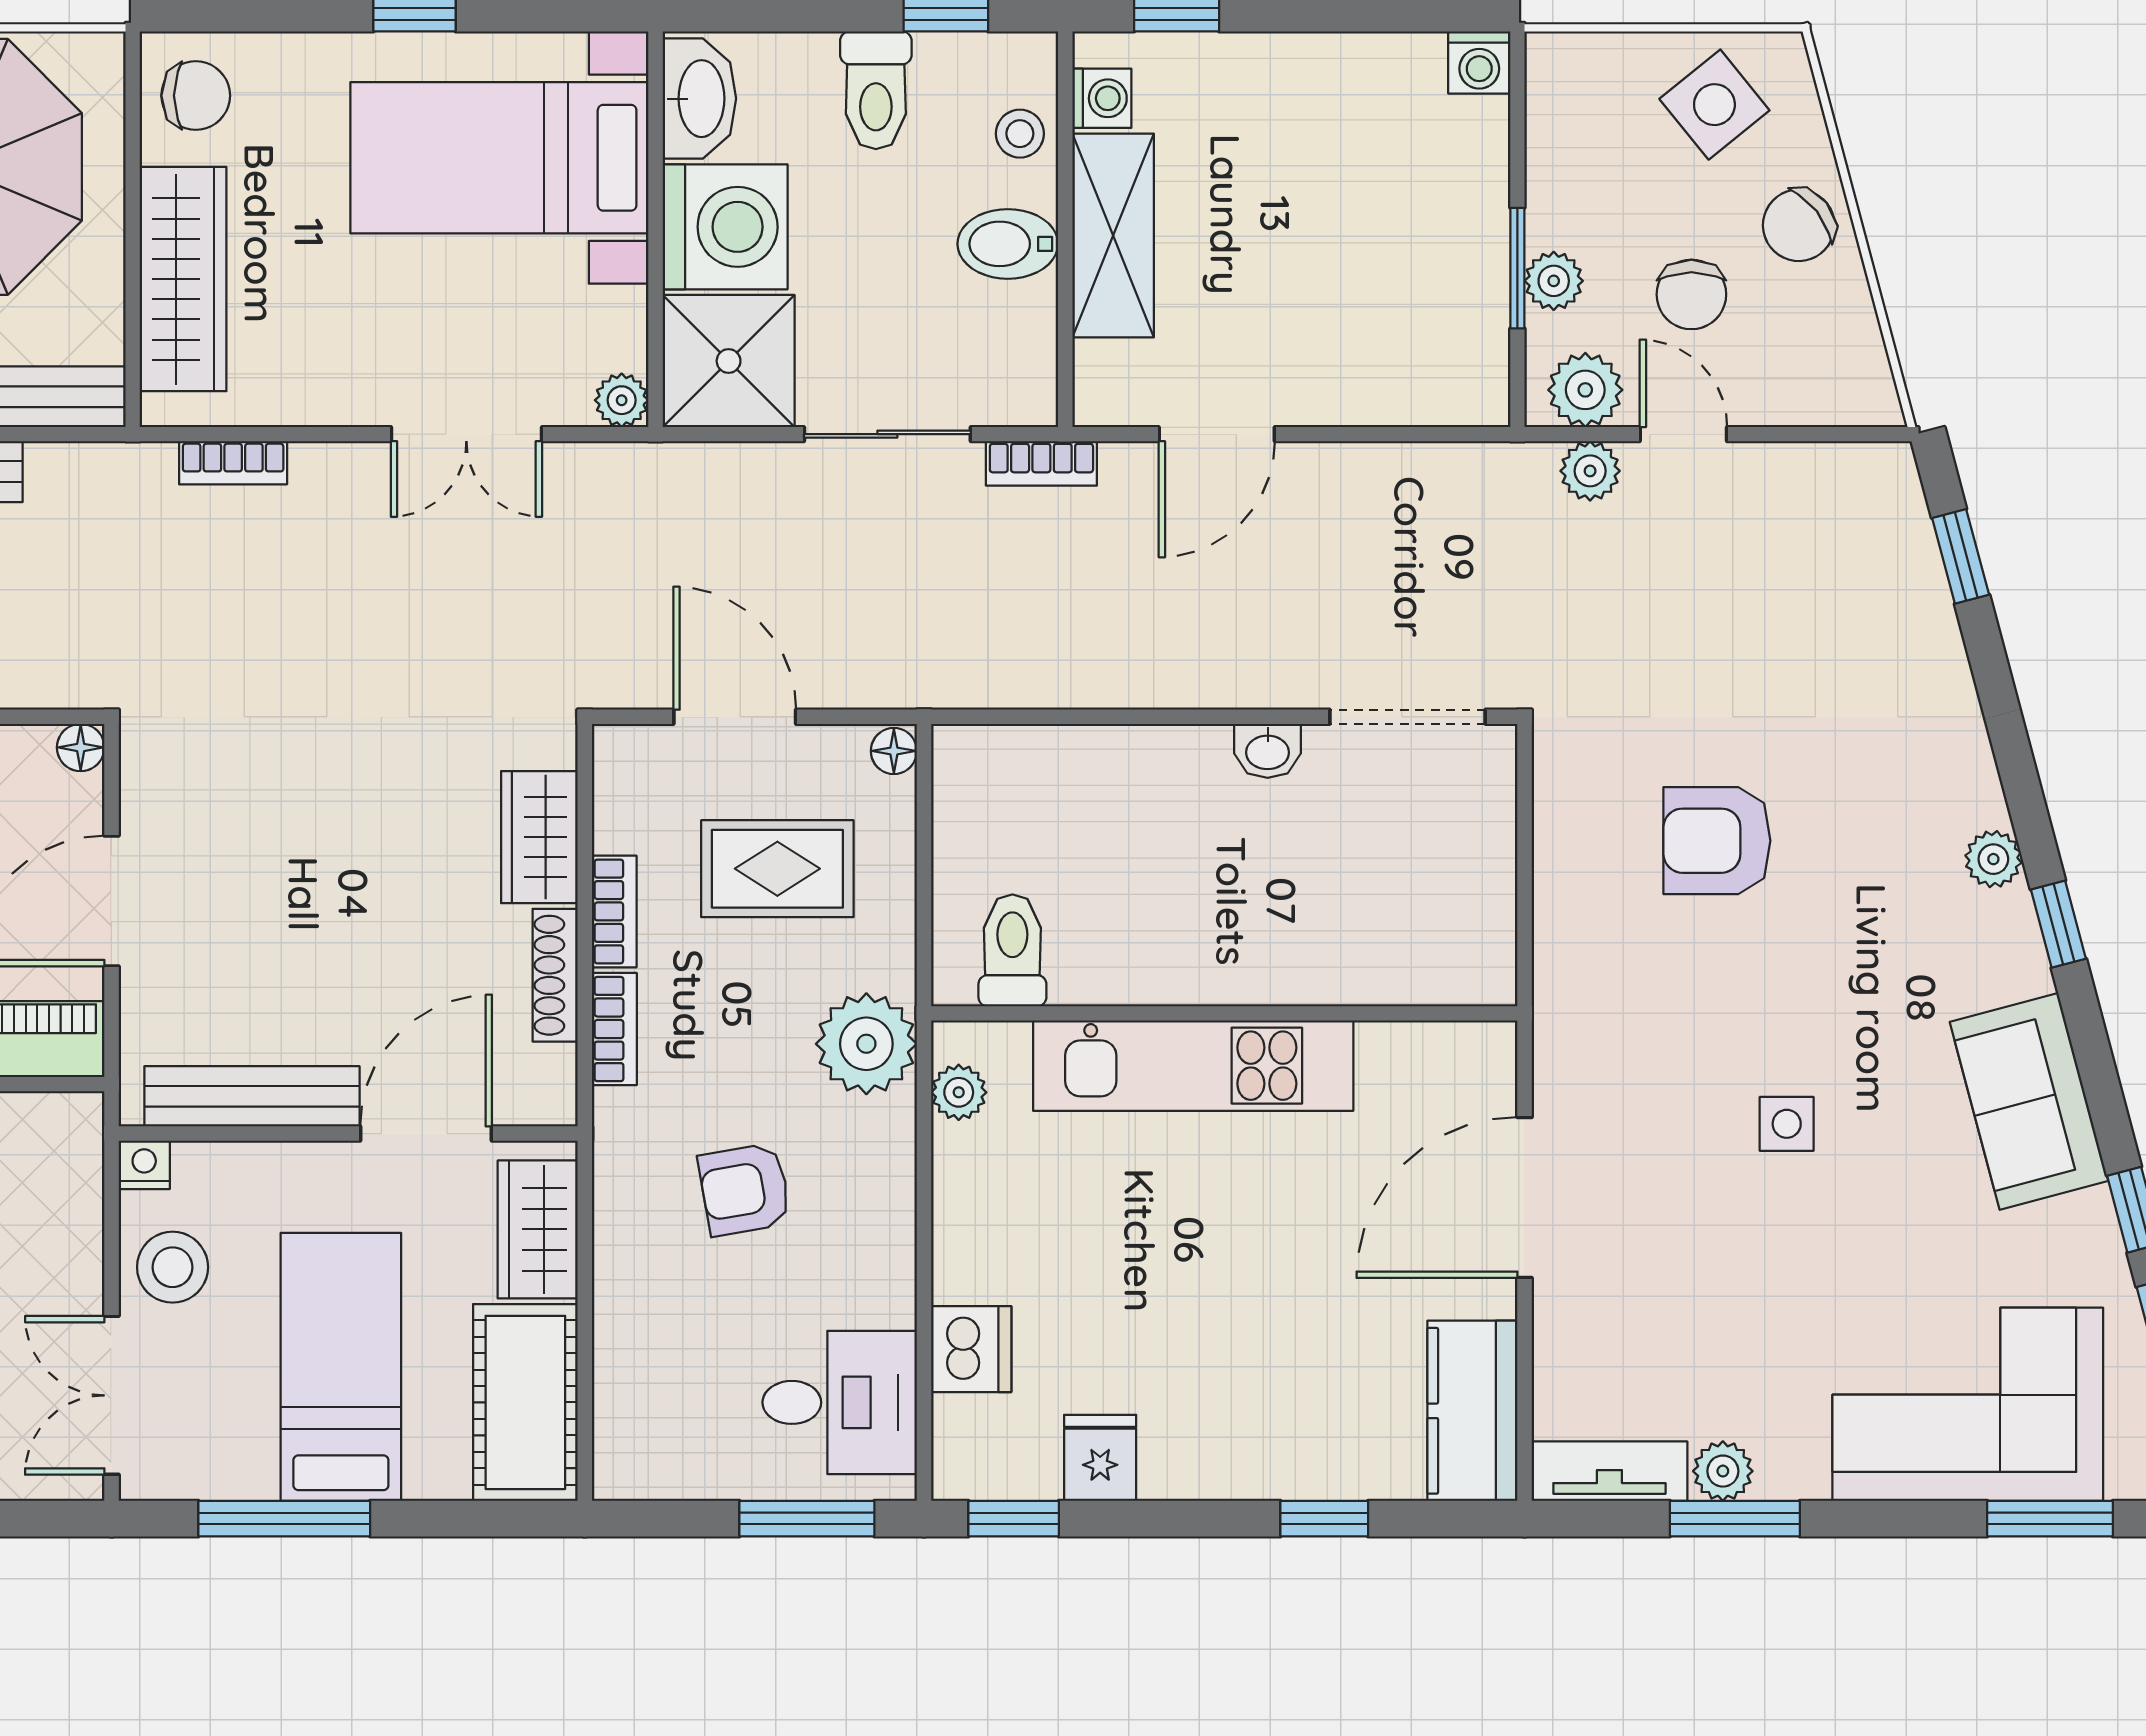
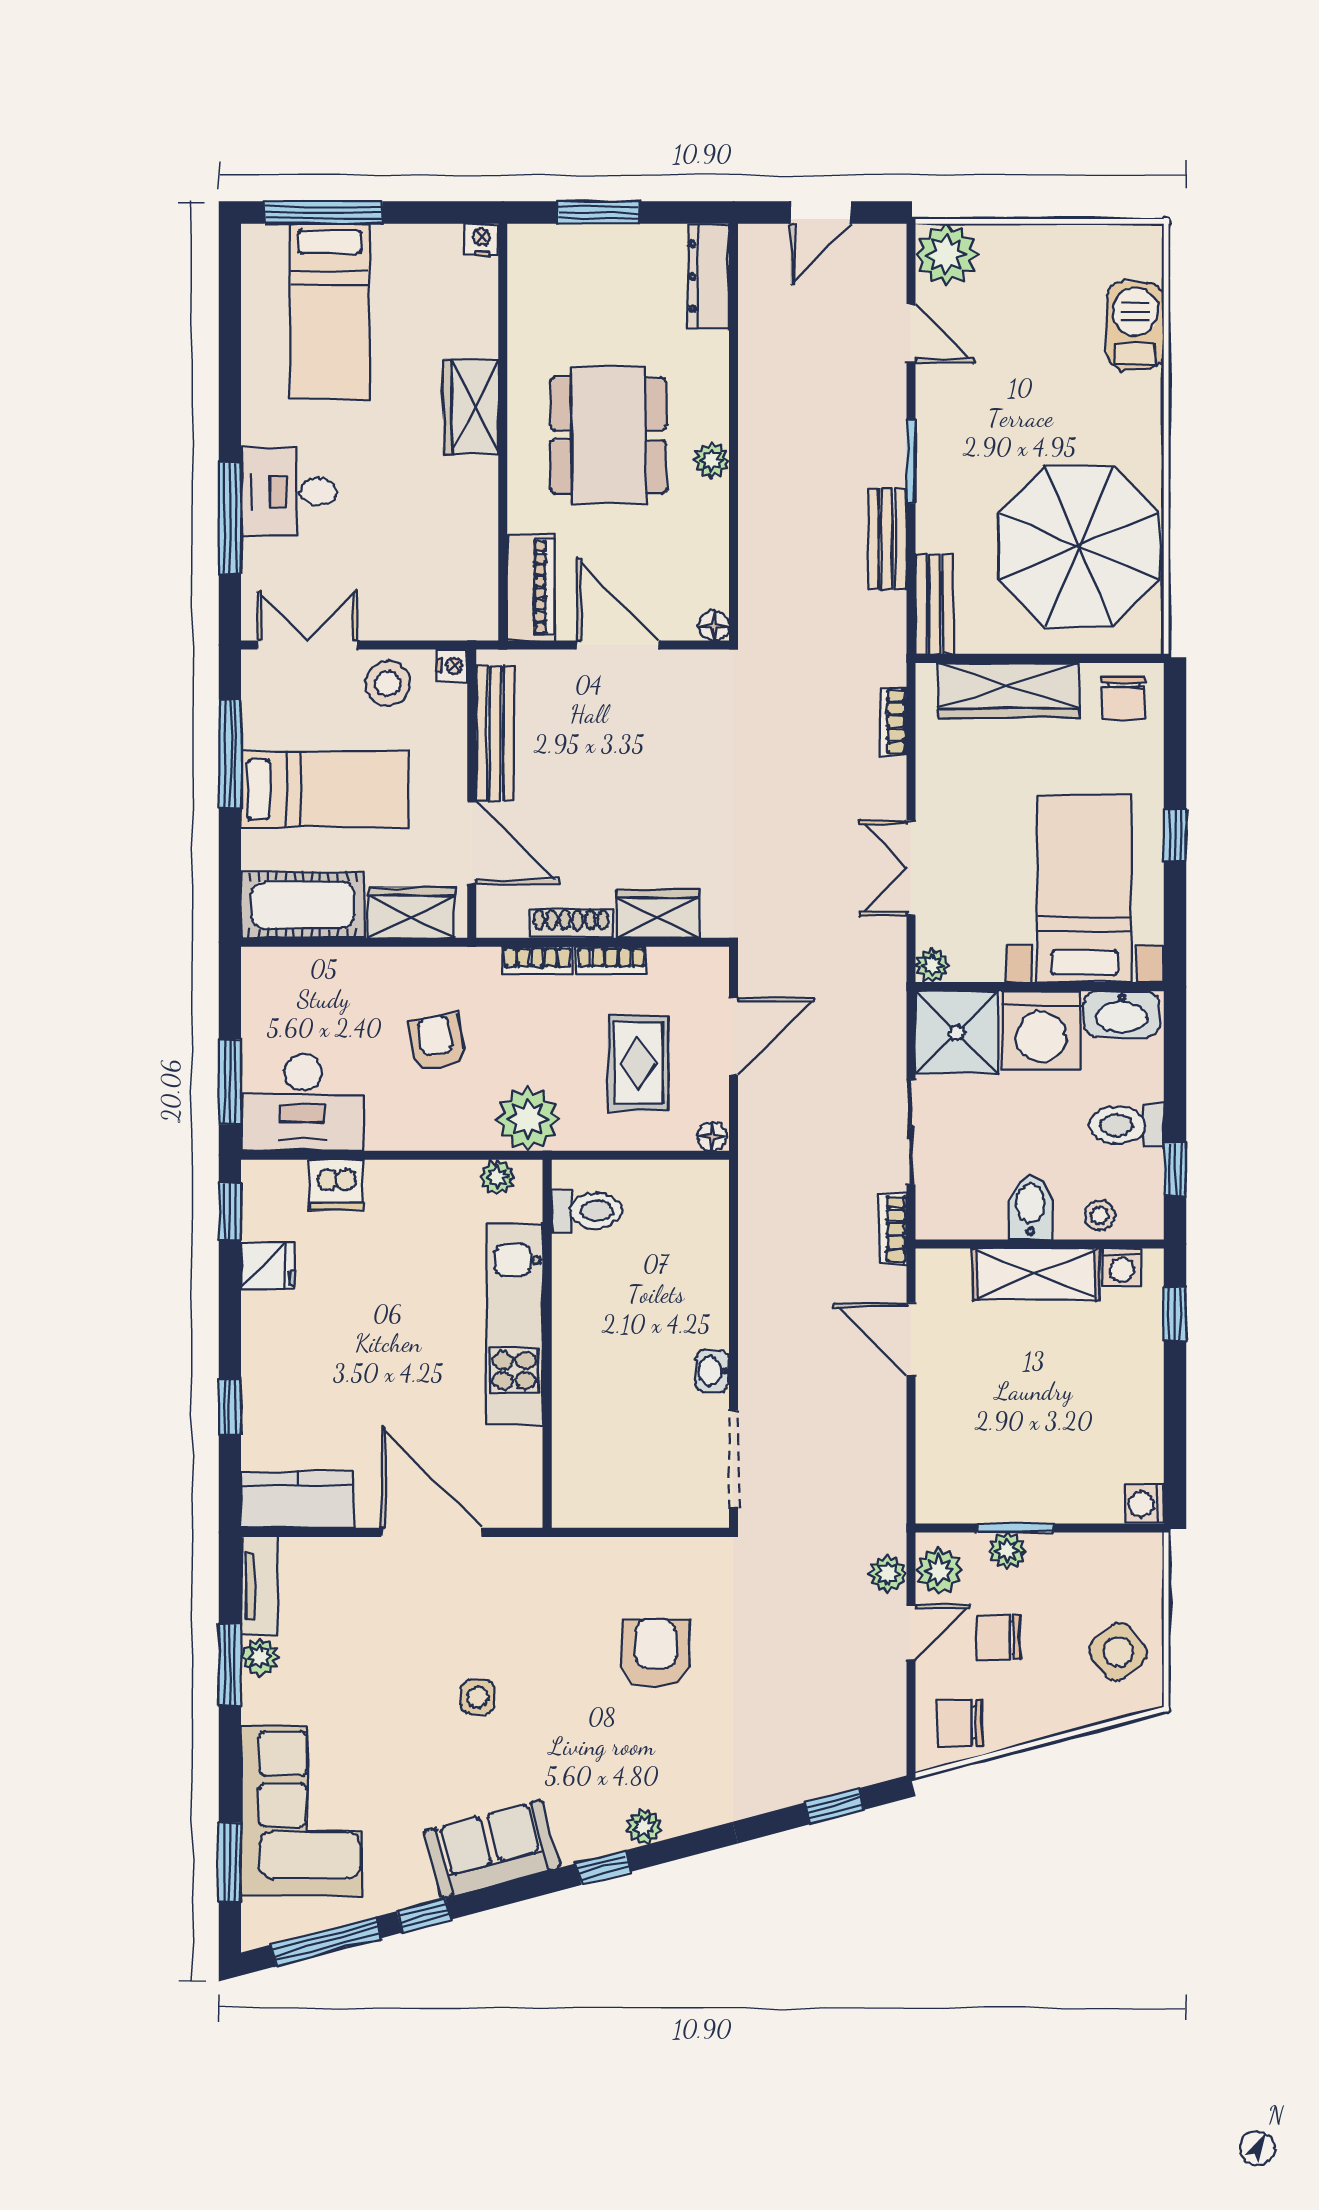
chair: (1799, 225) -> (960, 1723), moved, turned -52
desk: (840, 1402) -> (303, 1102), width x1.37

